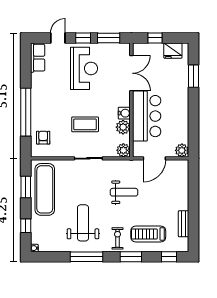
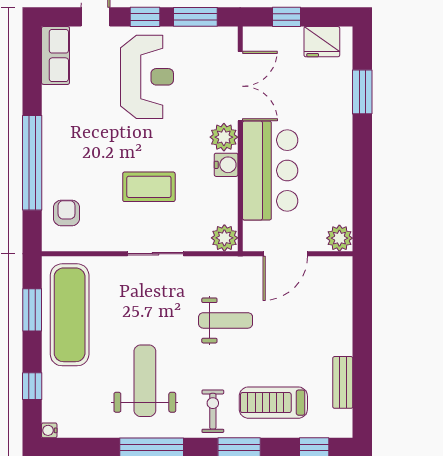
plant: (123, 127) -> (224, 137), moved

